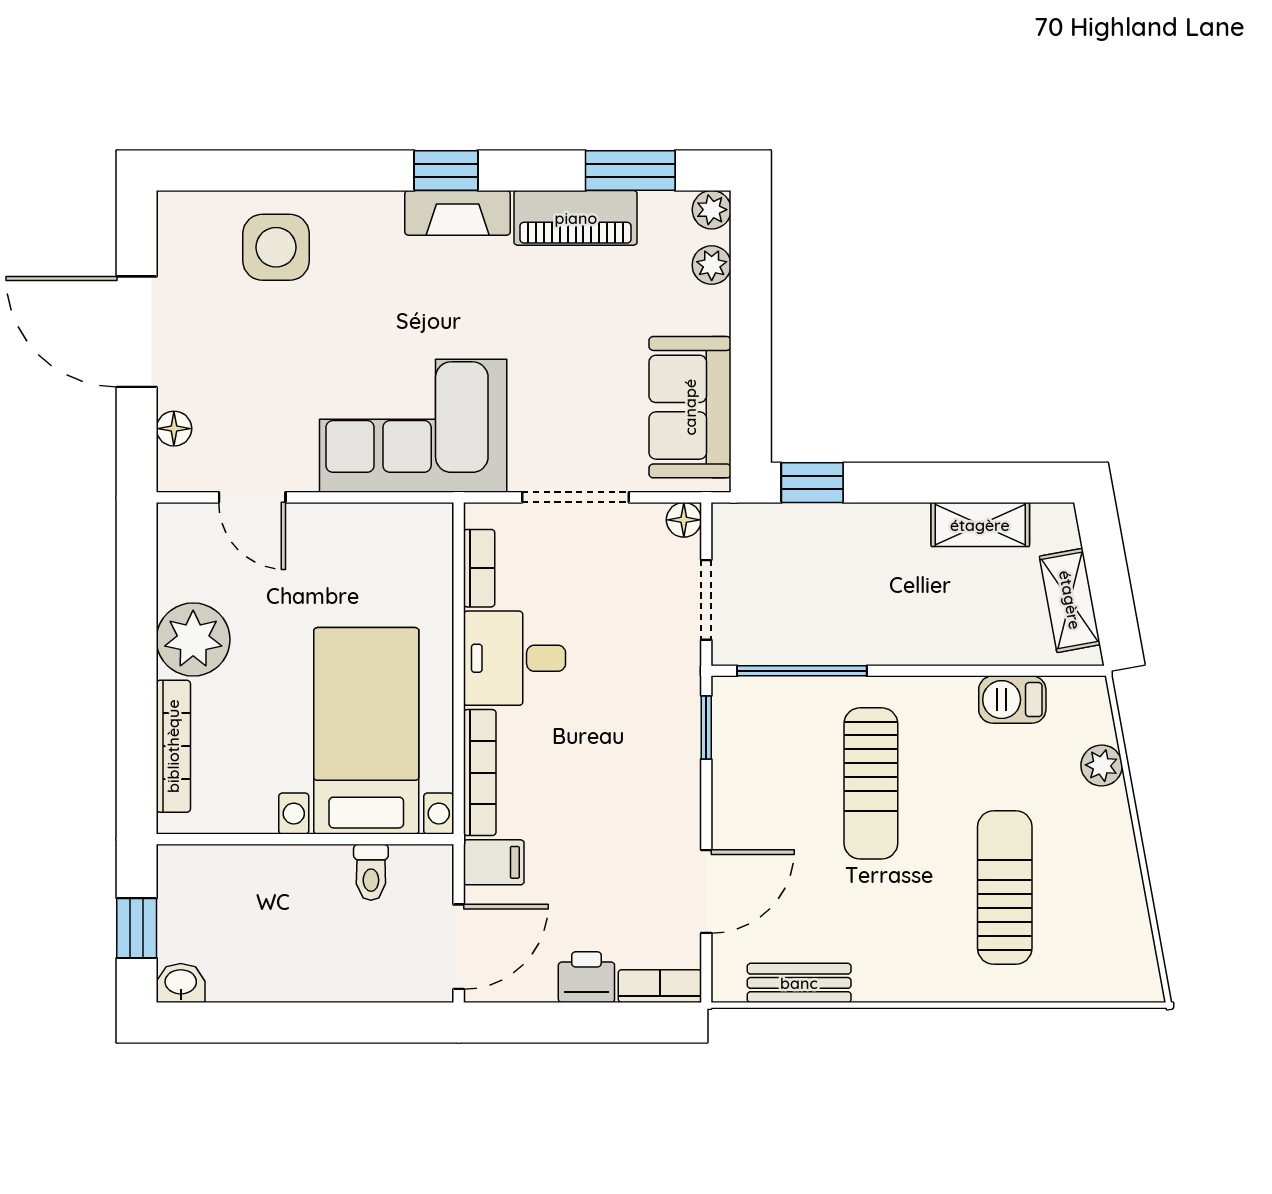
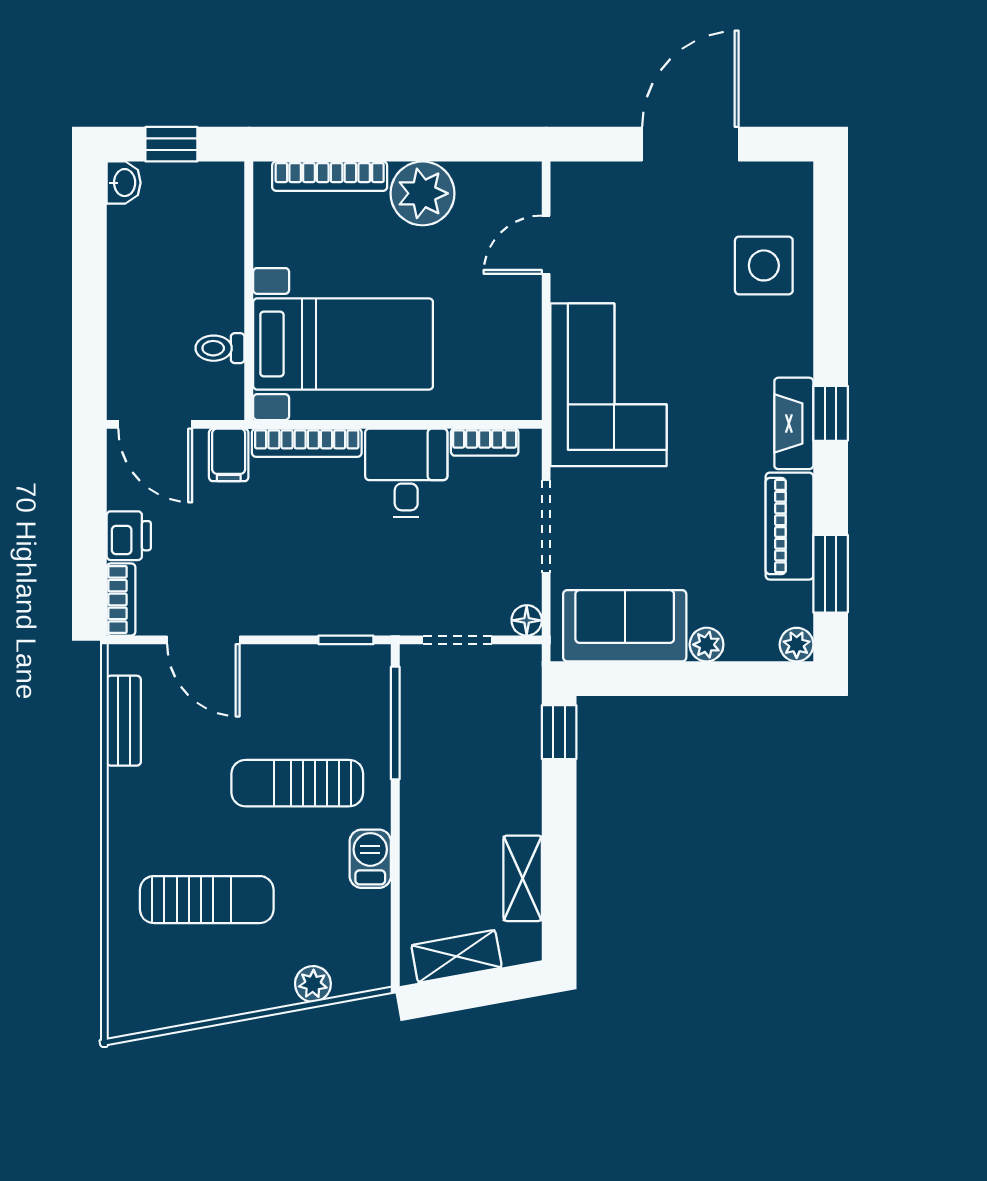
plant: (712, 265) -> (707, 645), moved
floor lamp: (174, 429) -> (606, 177), removed
barbecue: (1012, 700) -> (370, 859), moved

